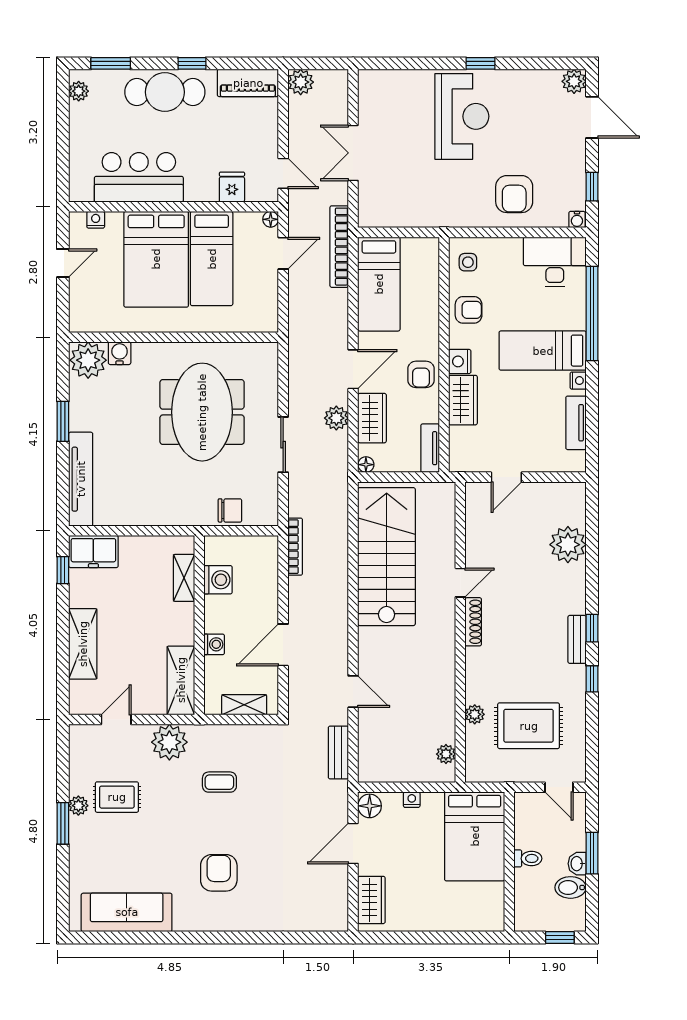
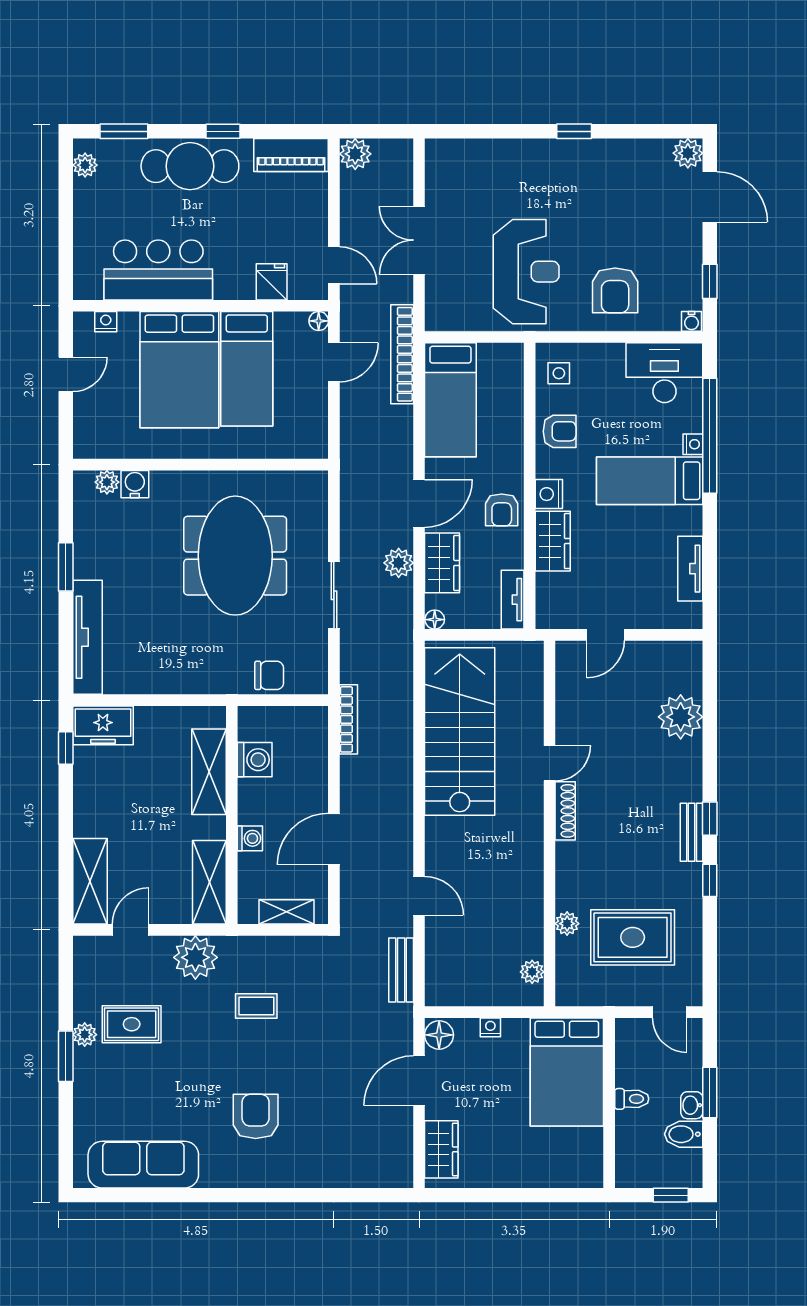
reception desk: (462, 116) -> (526, 272), moved
plant: (88, 360) -> (107, 482), width x0.53, depth x0.53
nightstand: (578, 381) -> (693, 444), moved
shelving: (184, 578) -> (209, 772), width x1.50, depth x1.33
shelving: (83, 644) -> (90, 881), moved

